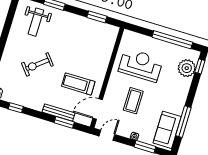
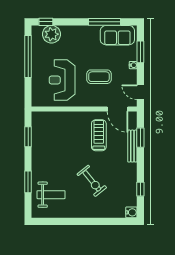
treadmill: (78, 84) -> (99, 135), turned 180

